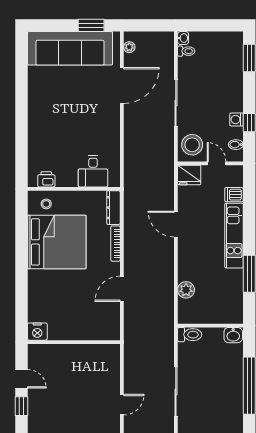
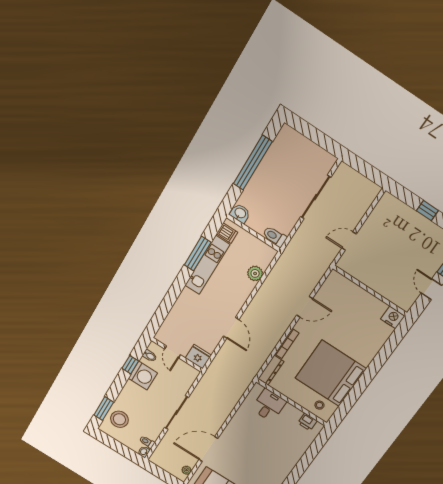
washing machine: (237, 119) -> (143, 376), width x1.89, depth x1.89
stool: (192, 145) -> (119, 419), moved
dishwasher: (234, 195) -> (227, 233), moved
kitchen unit: (234, 236) -> (207, 265), moved
door: (122, 405) -> (349, 241), moved

